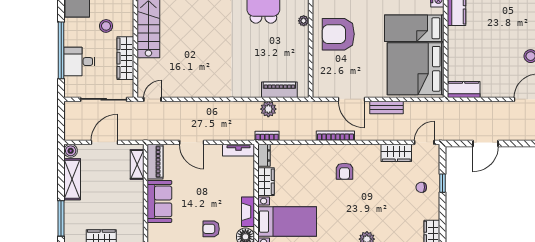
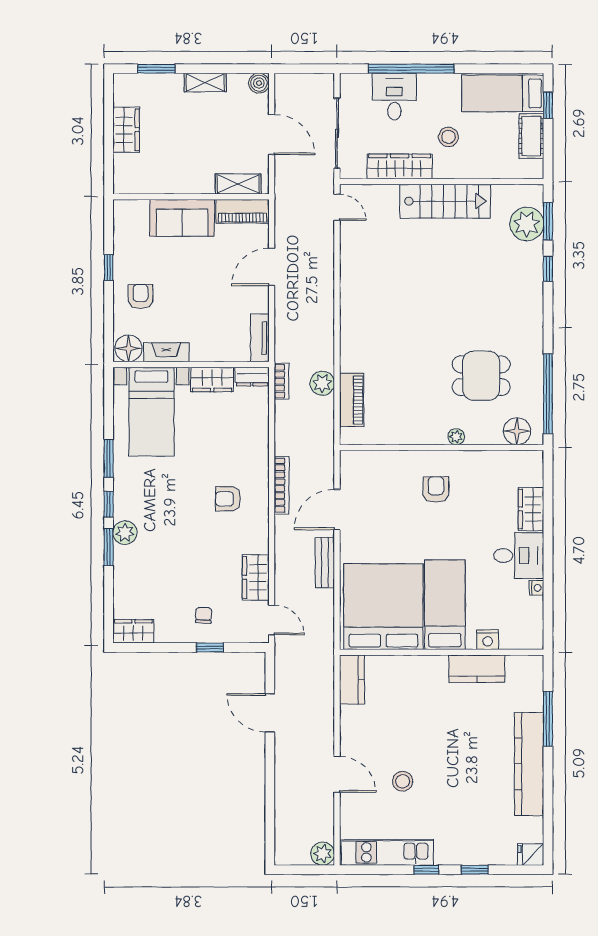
armchair: (338, 34) -> (436, 489), width x0.53, depth x0.53
shelving: (72, 179) -> (205, 82), width x0.67, depth x0.75
window: (61, 218) -> (156, 69), width x0.69

